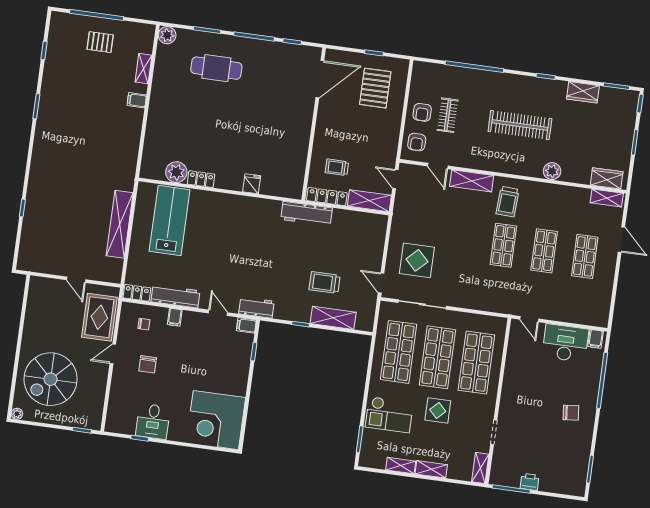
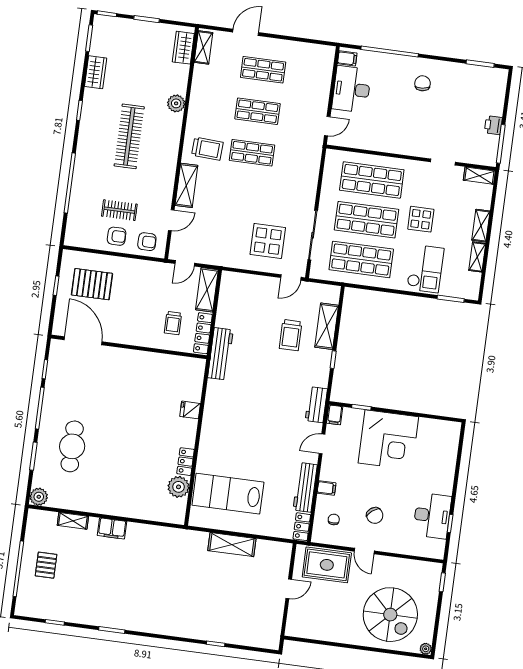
filing cabinet: (137, 100) -> (112, 528), width x2.00
shelving: (120, 224) -> (232, 545), width x0.68
chair: (148, 364) -> (375, 515), turned 52
corner desk: (216, 420) -> (388, 440), moved
desk: (153, 421) -> (432, 516), width x1.37

